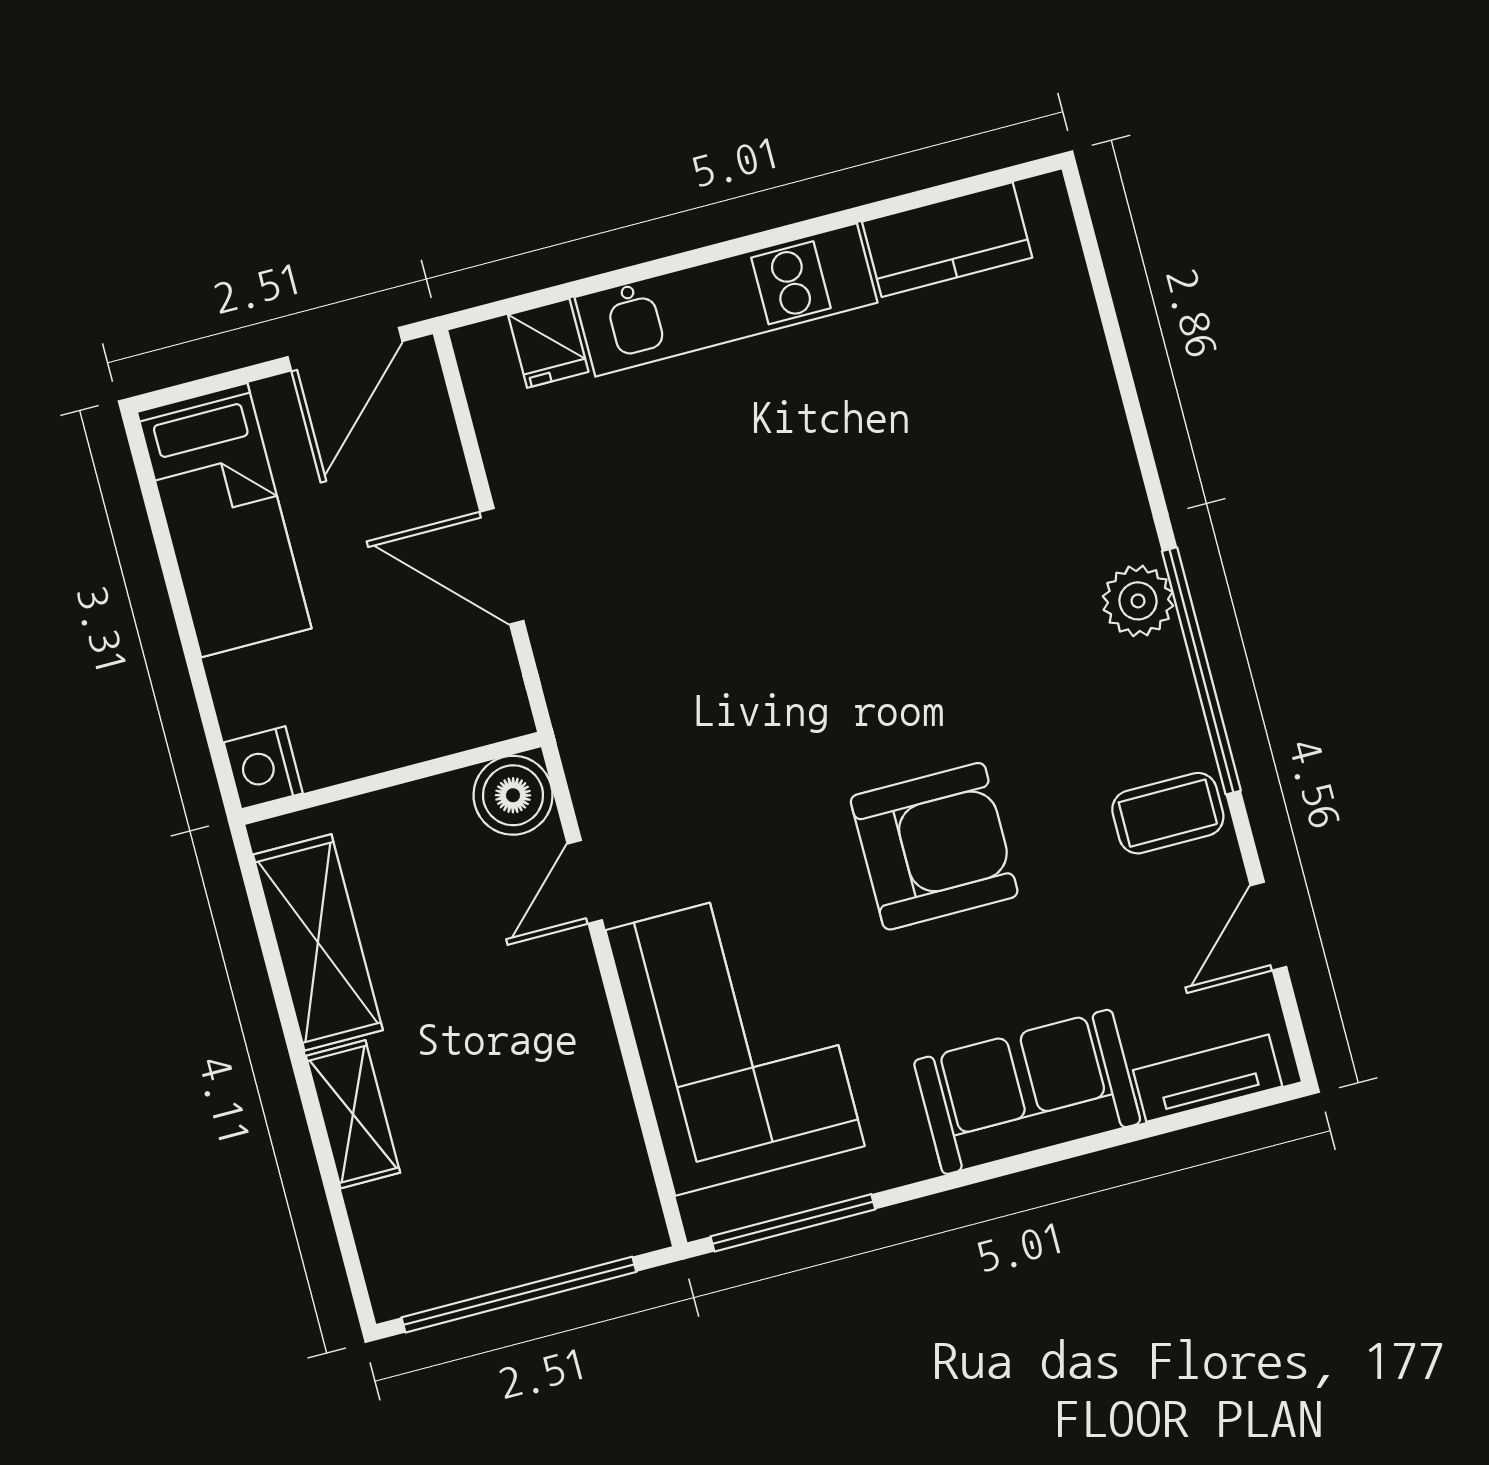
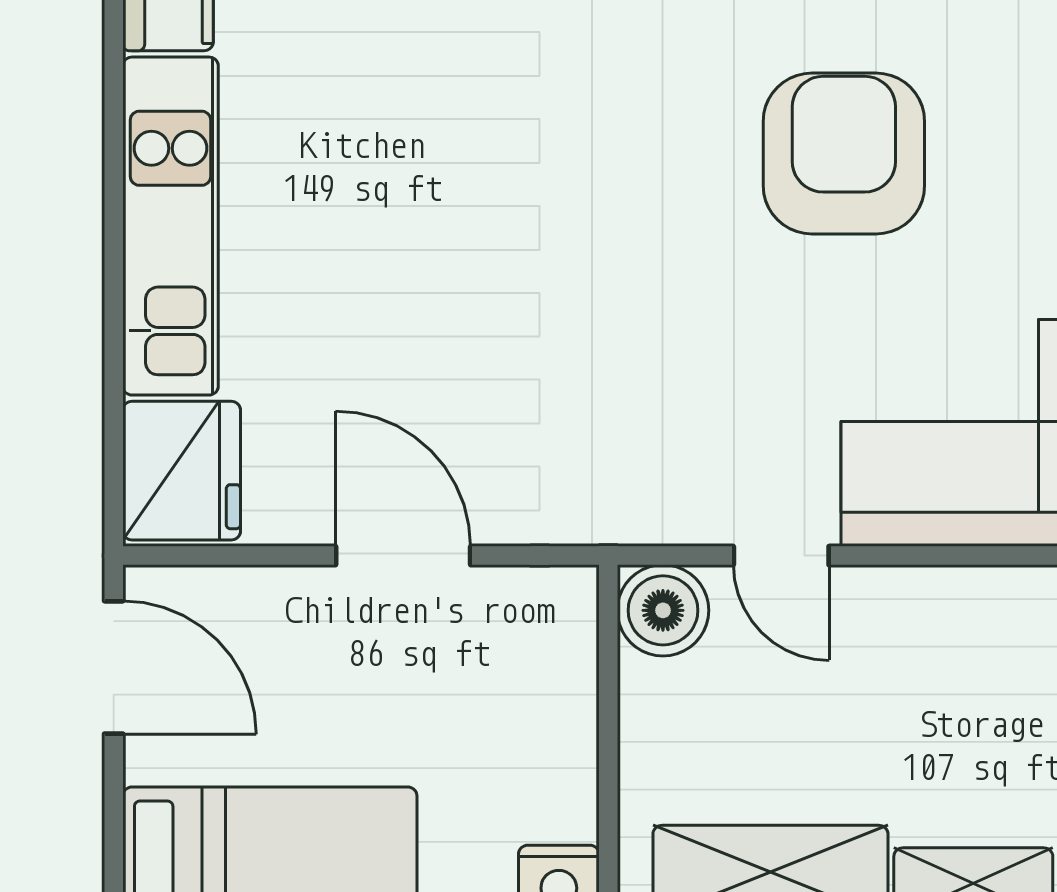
fridge: (548, 343) -> (182, 471), width x1.88, depth x1.34
door: (502, 566) -> (403, 556), swing flipped

